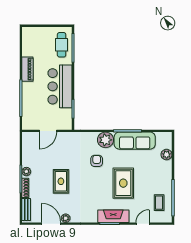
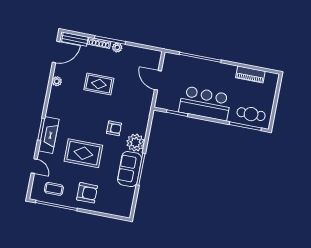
piano: (27, 69) -> (250, 74), moved
sofa: (135, 141) -> (130, 169), width x0.73
plant: (167, 155) -> (106, 208), removed
armchair: (157, 173) -> (87, 193), added
door: (51, 224) -> (56, 52), moved

